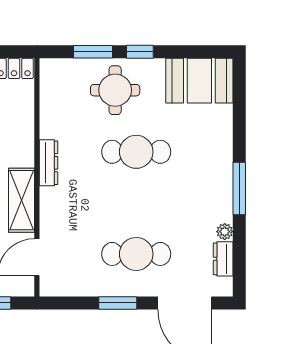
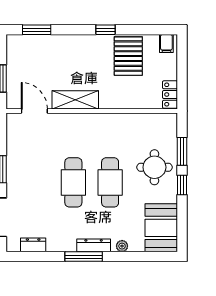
dresser: (49, 163) -> (94, 245), moved, turned 180
plant: (225, 232) -> (122, 246), moved
cafe table: (136, 254) -> (73, 182), moved

